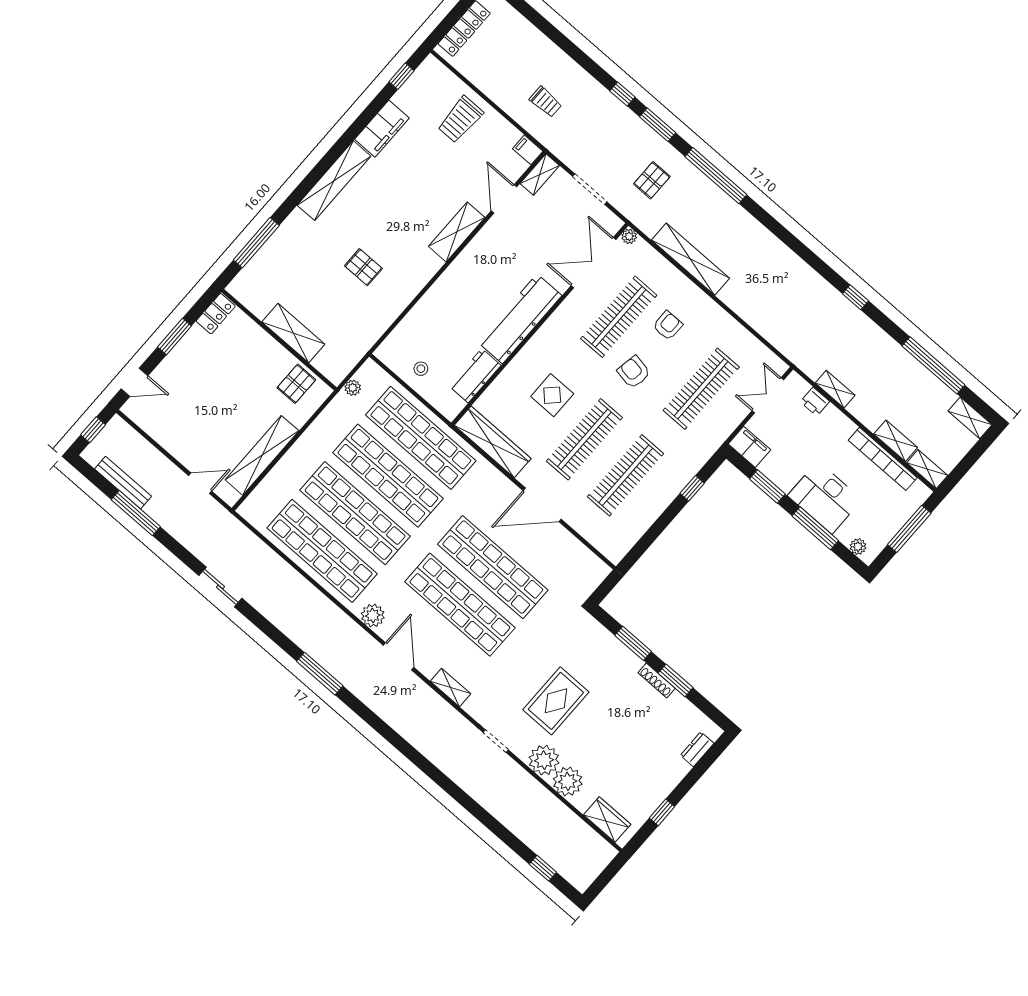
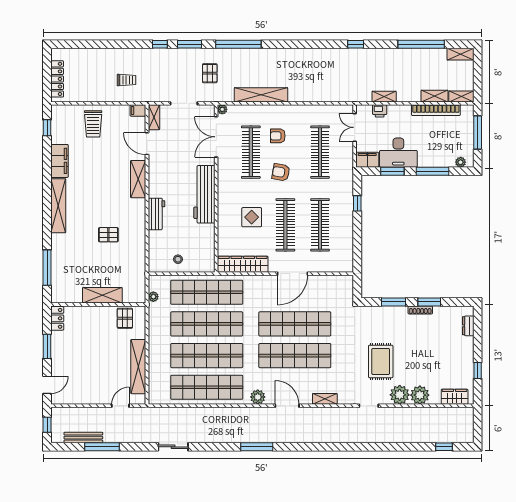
armchair: (668, 326) -> (278, 136), turned -90
workbench: (475, 376) -> (156, 214), moved, turned 180
desk: (825, 498) -> (398, 153), moved

